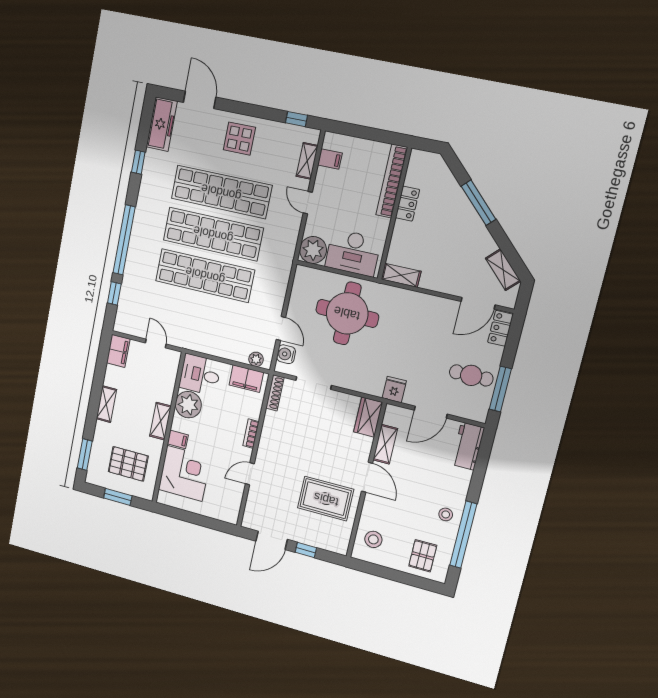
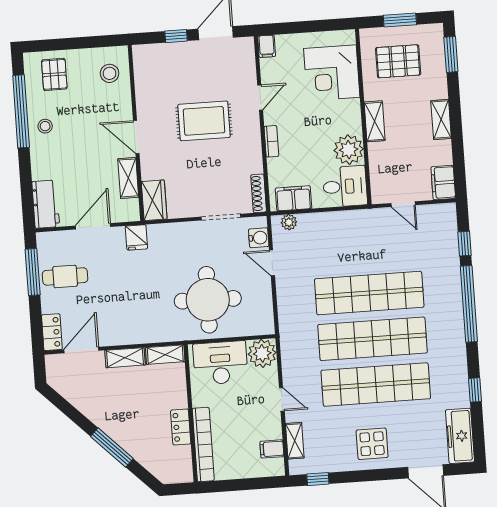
shelving: (503, 270) -> (125, 358), moved, turned -45
filing cabinet: (178, 439) -> (267, 46), moved, turned -90
rug: (326, 499) -> (204, 121), moved

